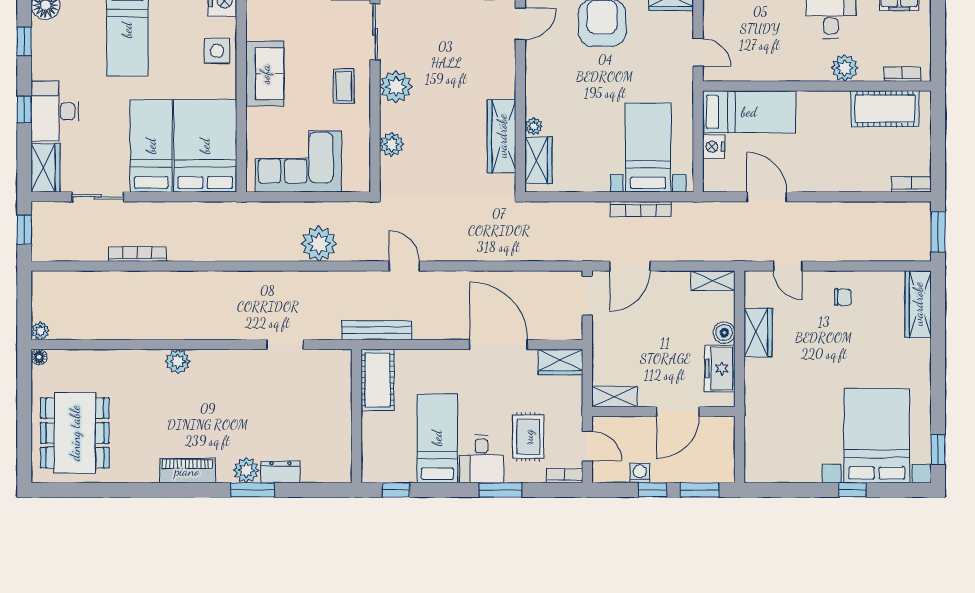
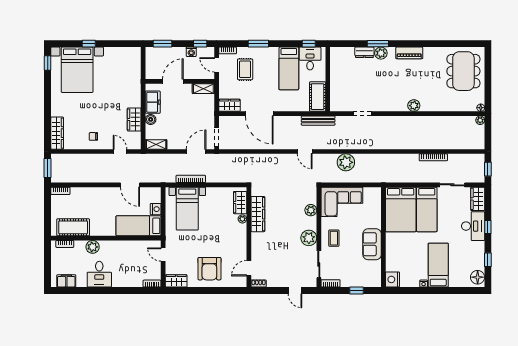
side table: (217, 51) -> (395, 255), removed
corner sofa: (299, 162) -> (342, 202), moved
desk: (481, 459) -> (310, 59), moved
window: (653, 490) -> (200, 44), moved

